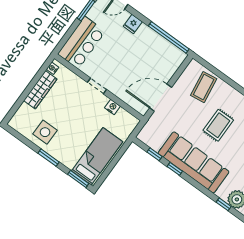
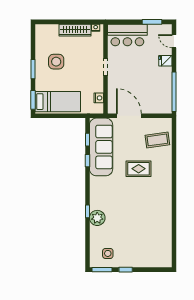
nightstand: (112, 107) -> (99, 98), moved
side table: (45, 132) -> (56, 62), moved
sofa: (194, 162) -> (101, 147), moved

